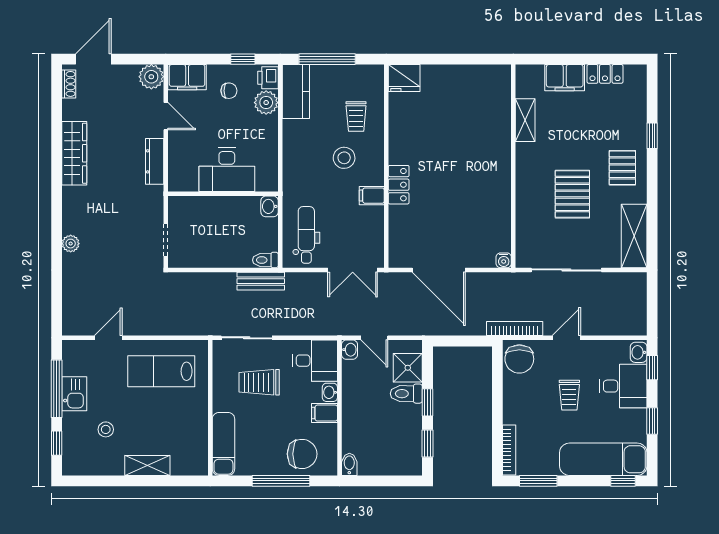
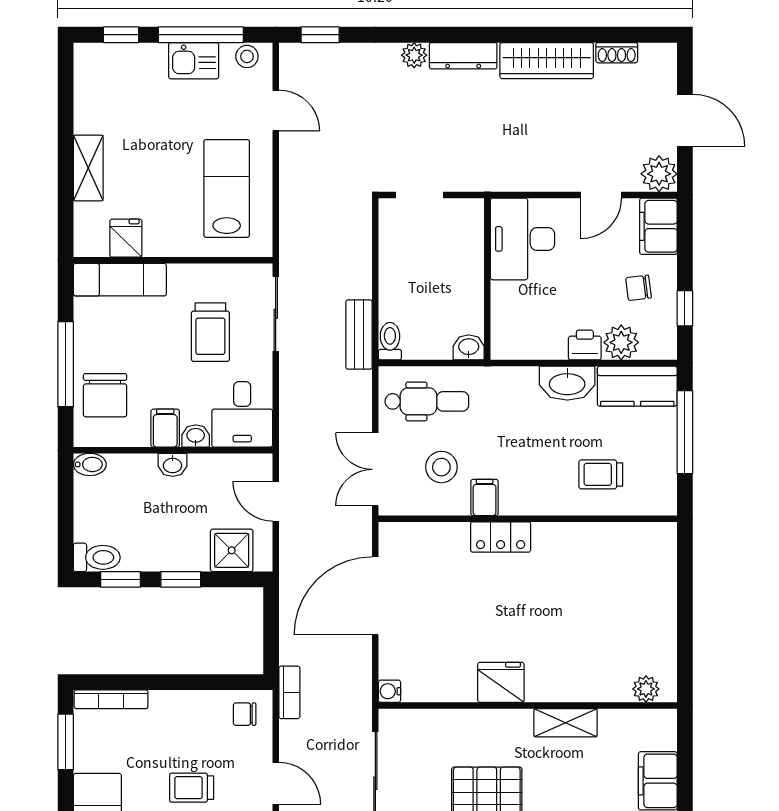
door: (93, 59) -> (685, 120), moved
printer: (268, 78) -> (585, 345), moved
fridge: (404, 78) -> (501, 682), moved, turned 90
shoe rack: (69, 84) -> (617, 53), moved
plant: (502, 86) -> (646, 689), added
chair: (229, 91) -> (639, 288), turned 83
shelving: (525, 120) -> (566, 723), moved
washbasin: (294, 139) -> (567, 383), added
stool: (344, 158) -> (441, 467), moved
dresser: (155, 161) -> (463, 56), moved, turned 180
desk: (227, 170) -> (523, 239), moved
window: (57, 308) -> (320, 35), added
bookcase: (515, 329) -> (289, 692), width x0.64
door: (374, 338) -> (276, 501), hinge flipped
washbasin: (350, 350) -> (173, 465), moved
chair: (519, 359) -> (245, 714), width x0.54, depth x0.54
trolley: (259, 382) -> (210, 332), turned 180
toilet: (406, 394) -> (97, 557), moved, turned 90
stool: (106, 429) -> (247, 56), moved
fridge: (195, 440) -> (126, 238), added

